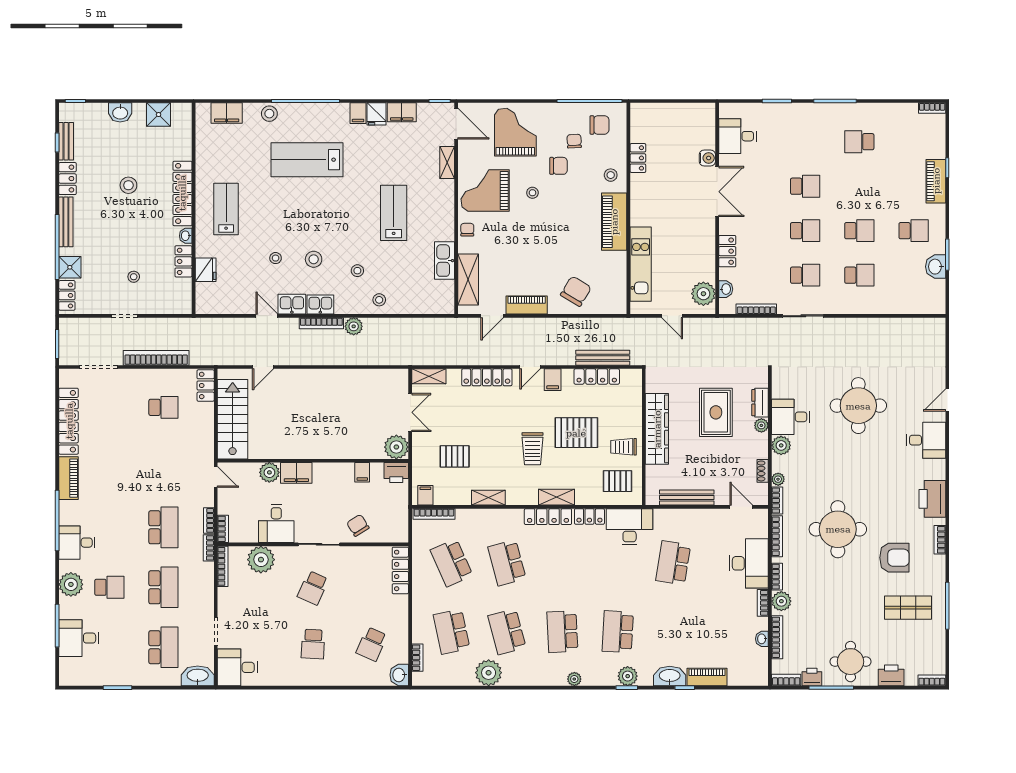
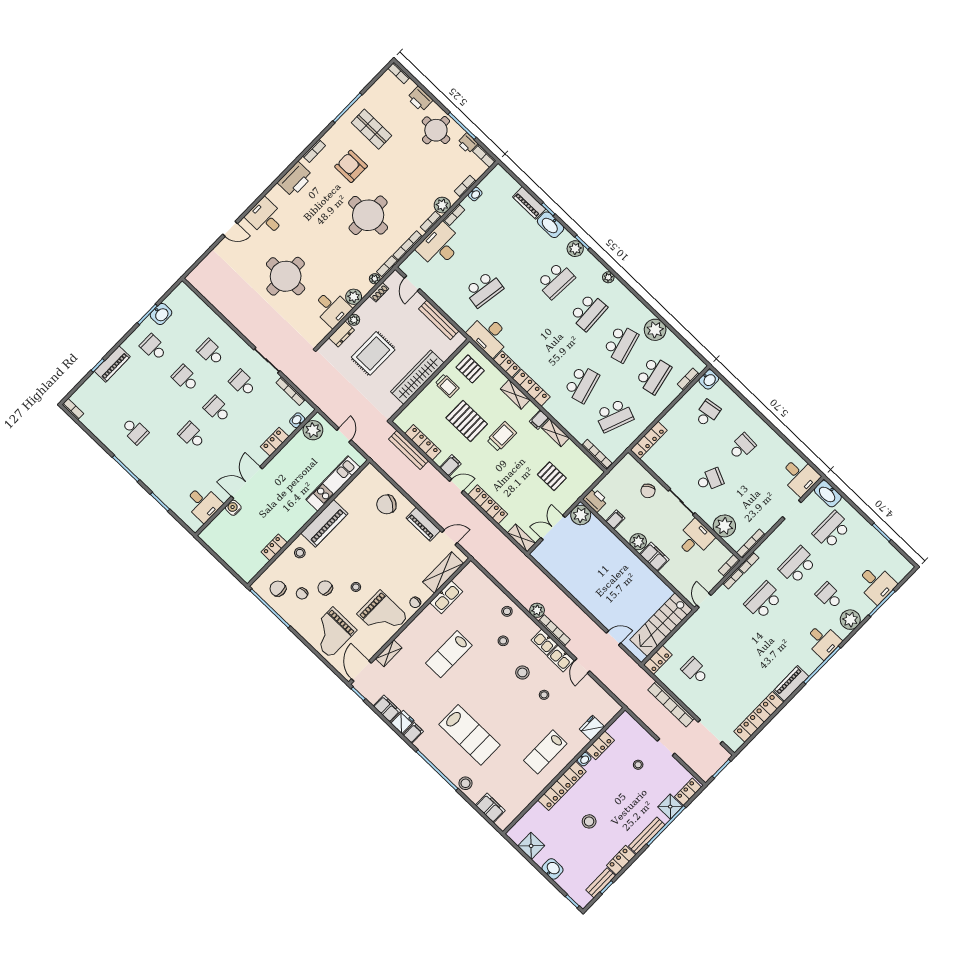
plant: (269, 472) -> (638, 542), moved
filing cabinet: (425, 495) -> (539, 420), moved
school desk: (452, 563) -> (614, 416), turned 45
bookcase: (777, 637) -> (465, 186), width x0.64
school desk: (372, 644) -> (707, 413), turned -33

